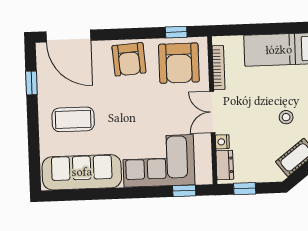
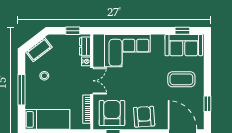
sofa: (82, 172) -> (184, 45), width x0.73
window: (184, 191) -> (182, 31), moved

